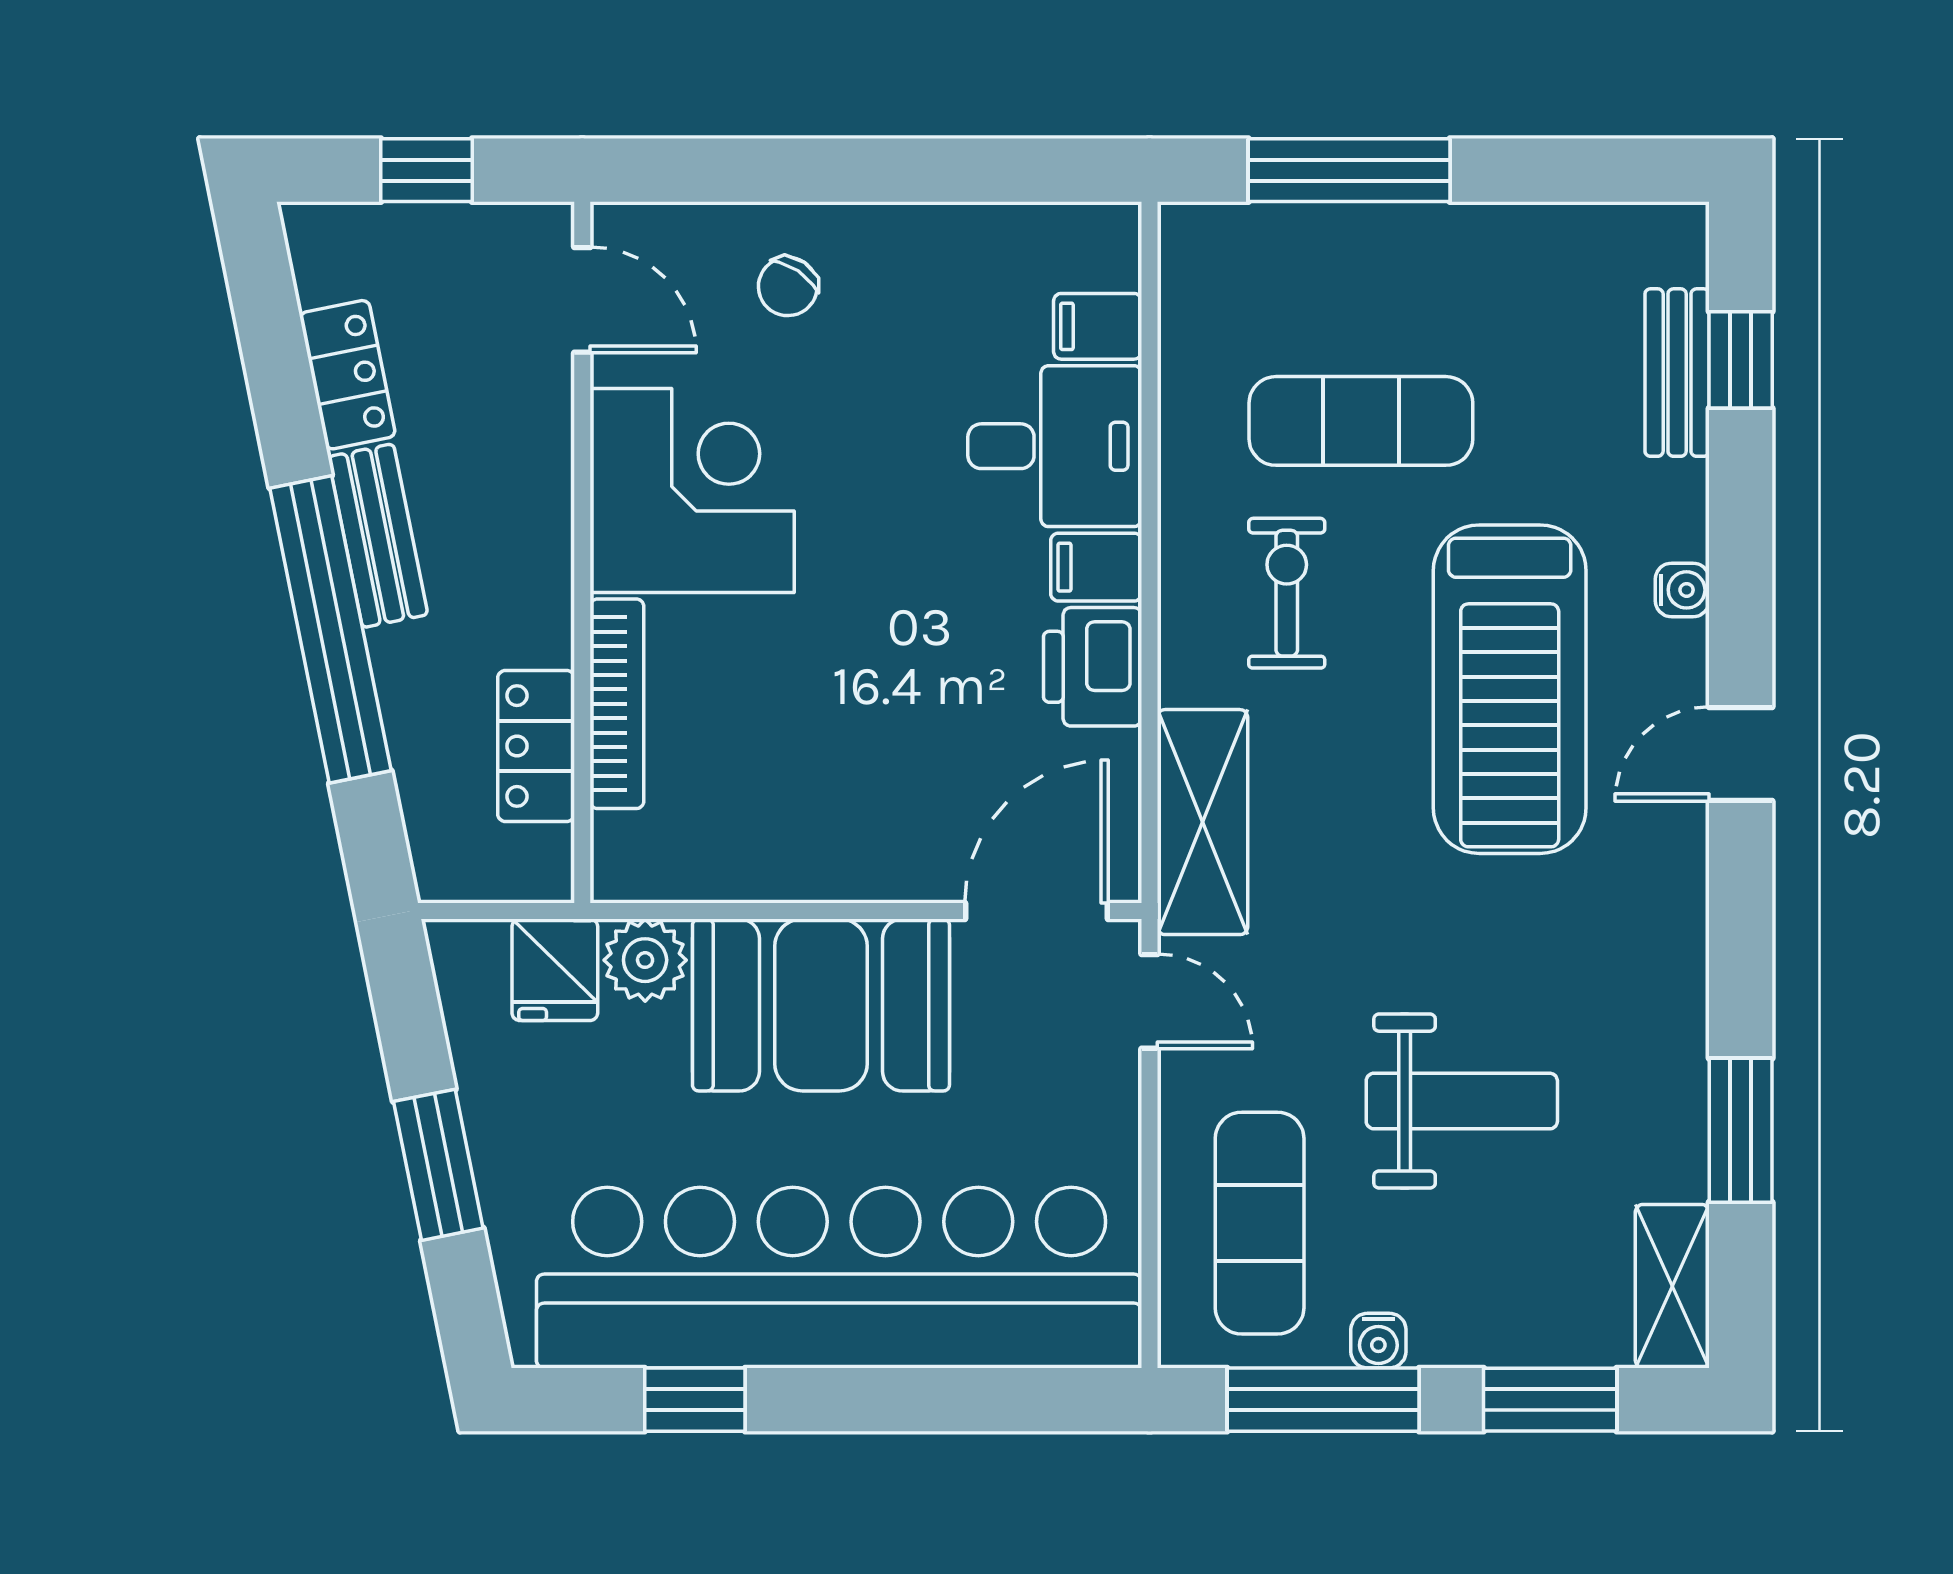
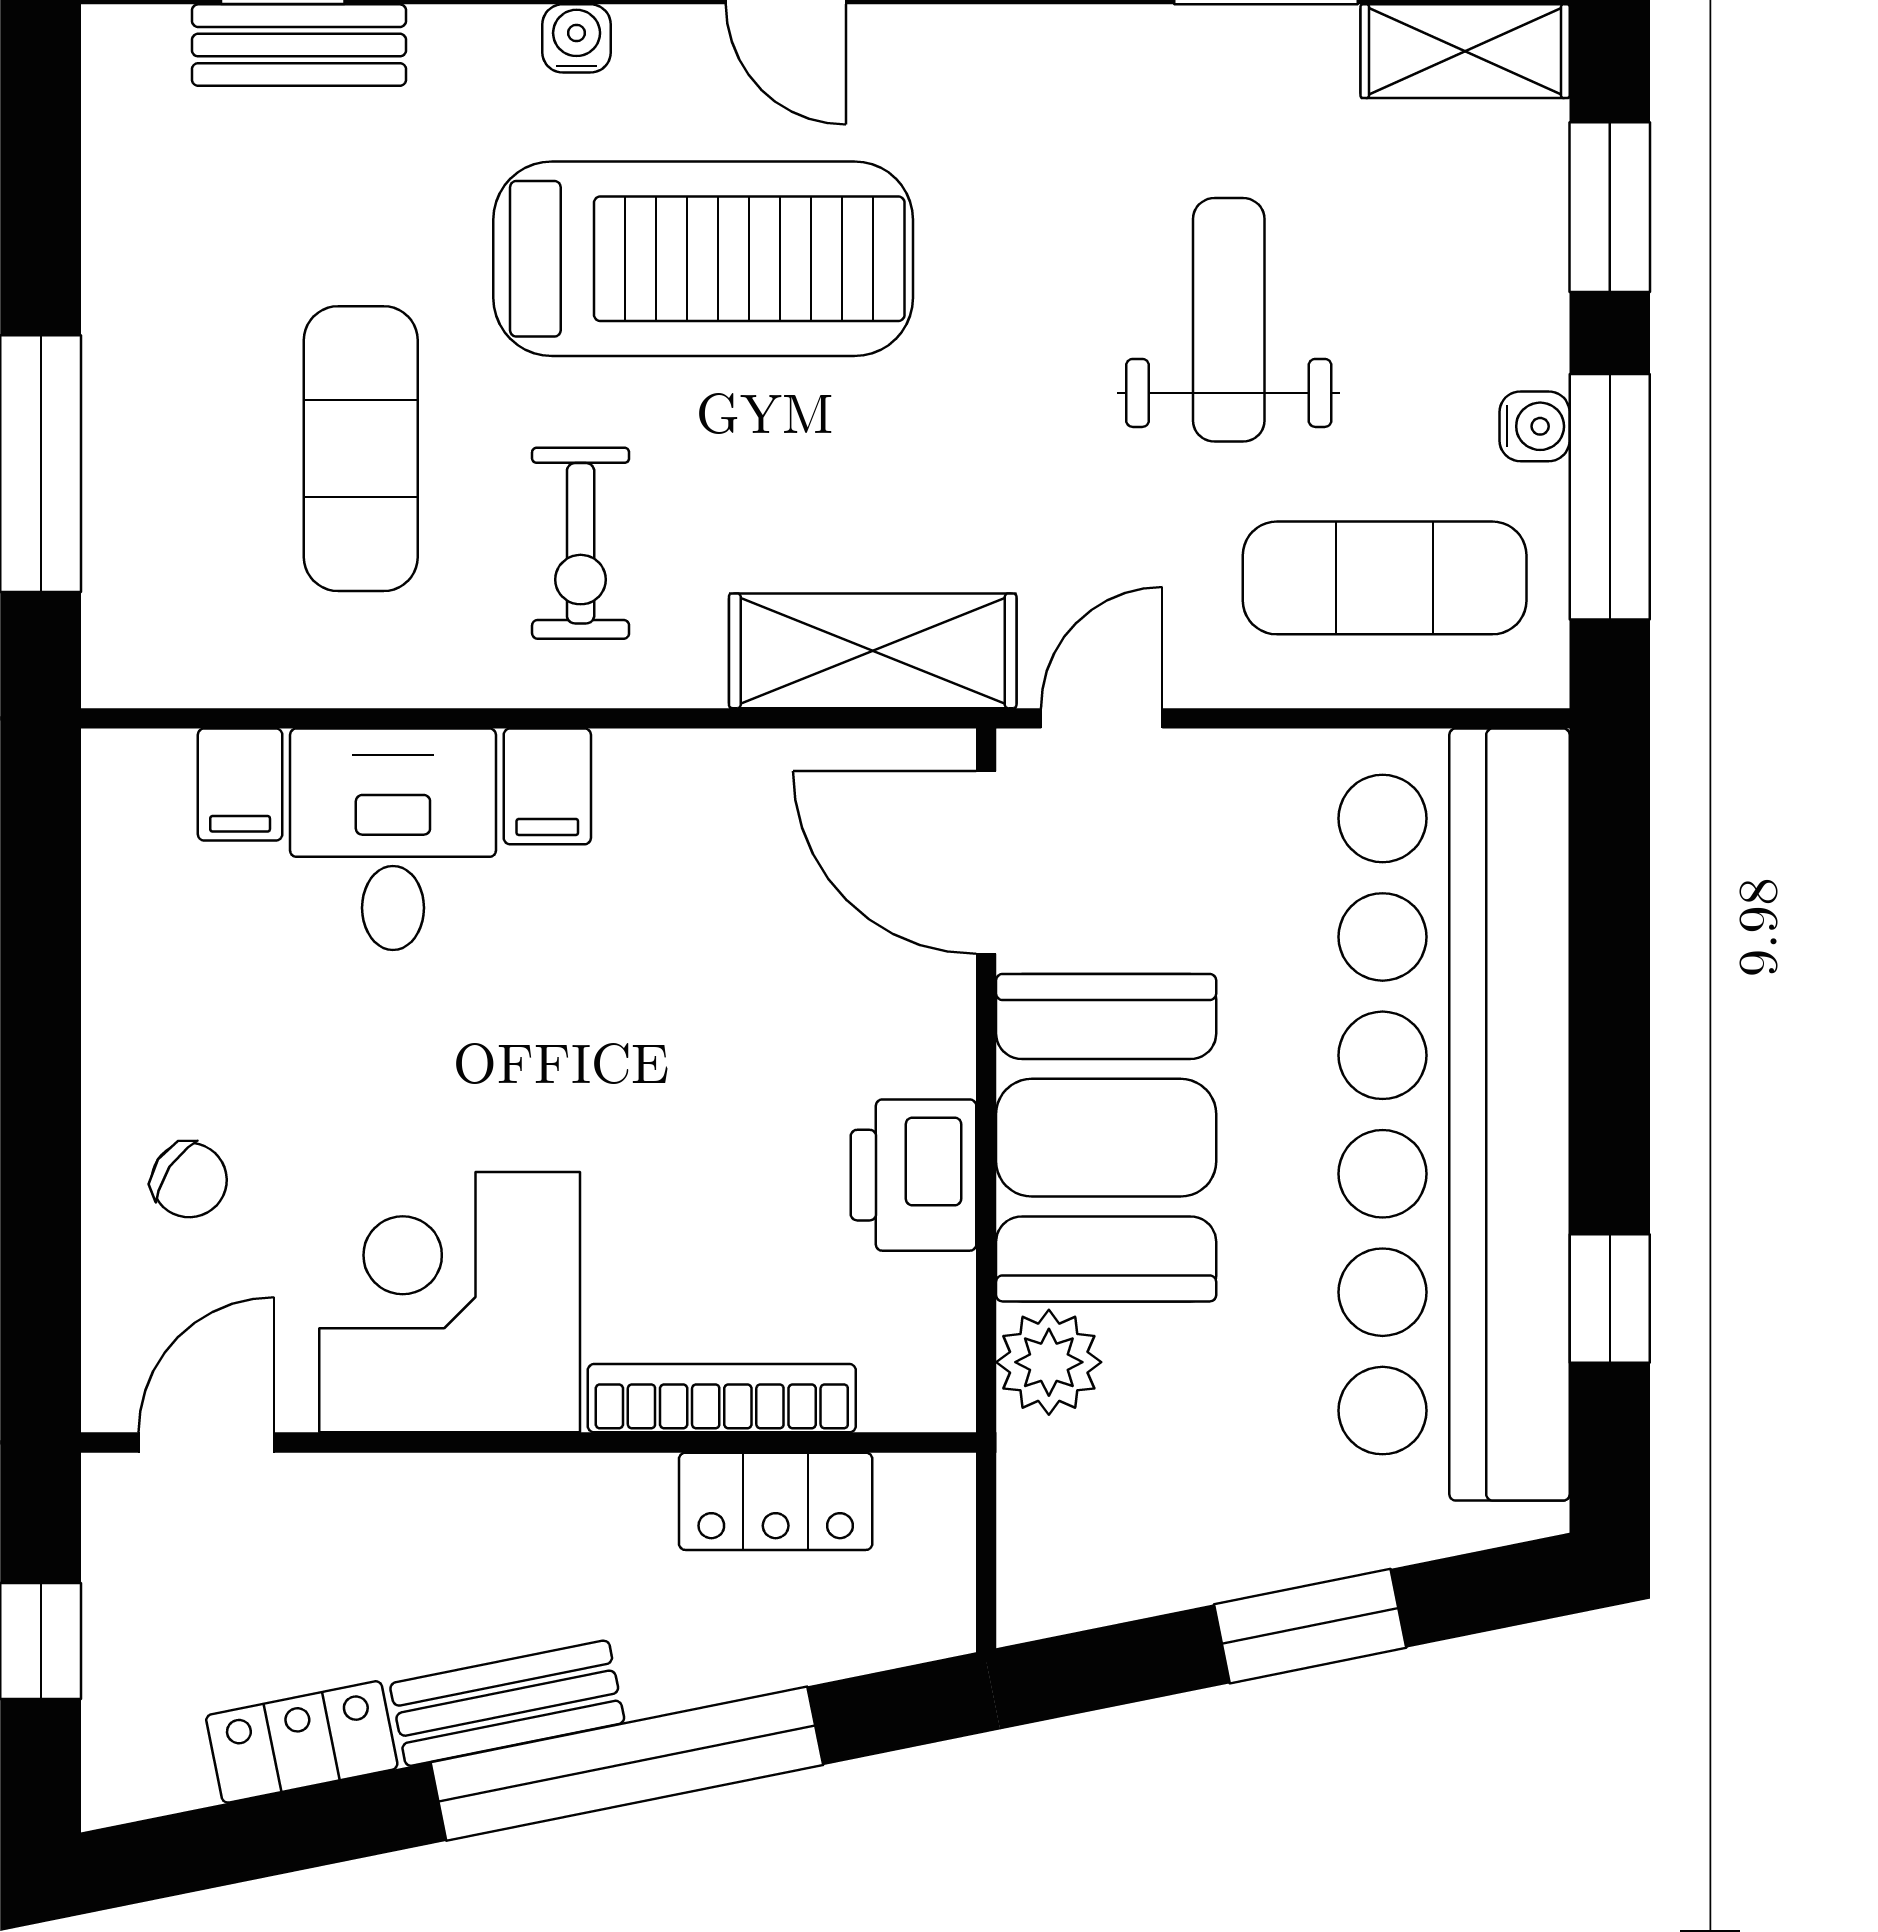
exercise bike: (1287, 593) -> (581, 543), turned -90
printer: (1093, 667) -> (914, 1175), moved, turned 90
fridge: (555, 970) -> (1061, 1477), removed

